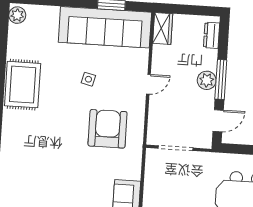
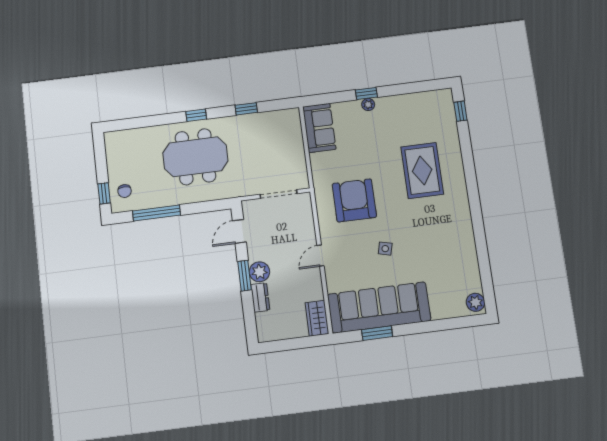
dresser: (212, 35) -> (260, 297), moved
window: (221, 79) -> (245, 276), width x0.69
rug: (23, 85) -> (422, 170), moved
armchair: (108, 129) -> (354, 200), turned 180

